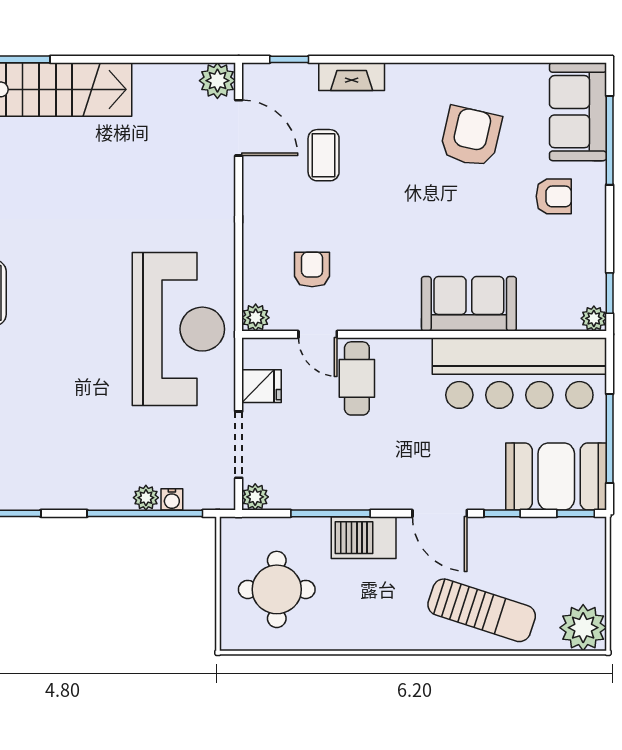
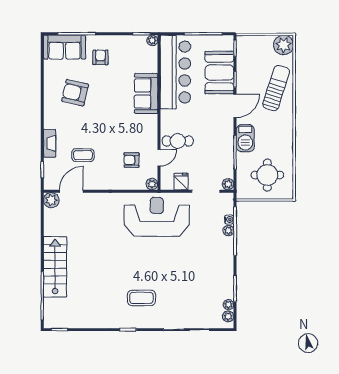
booth: (556, 477) -> (219, 73), moved

